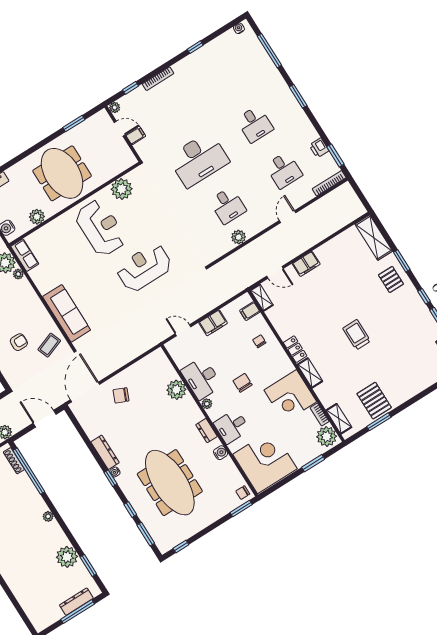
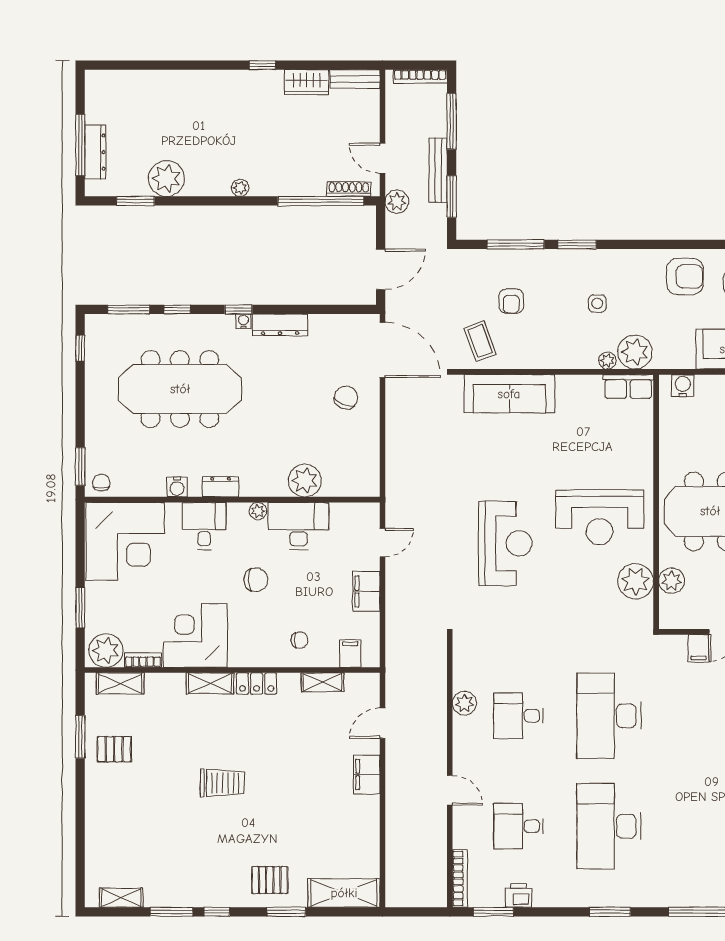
desk: (255, 124) -> (609, 826), width x1.87, depth x1.30
plant: (37, 217) -> (672, 581), moved
shelving: (262, 298) -> (322, 682), moved
pallet: (374, 401) -> (114, 749), width x0.67, depth x0.71

